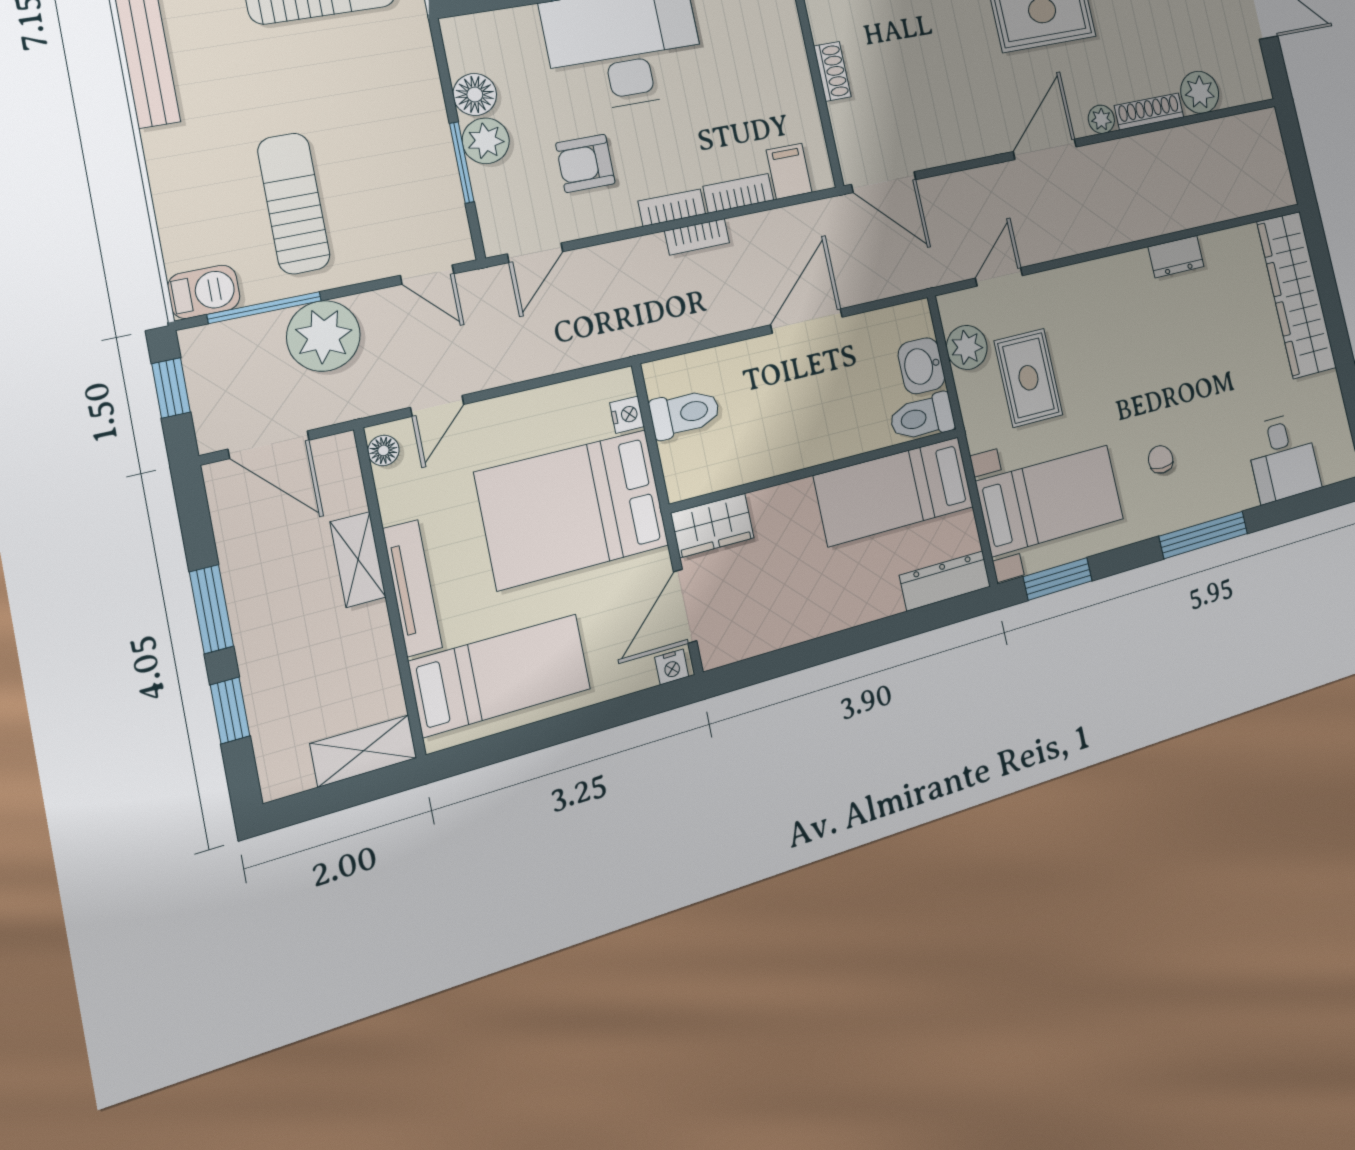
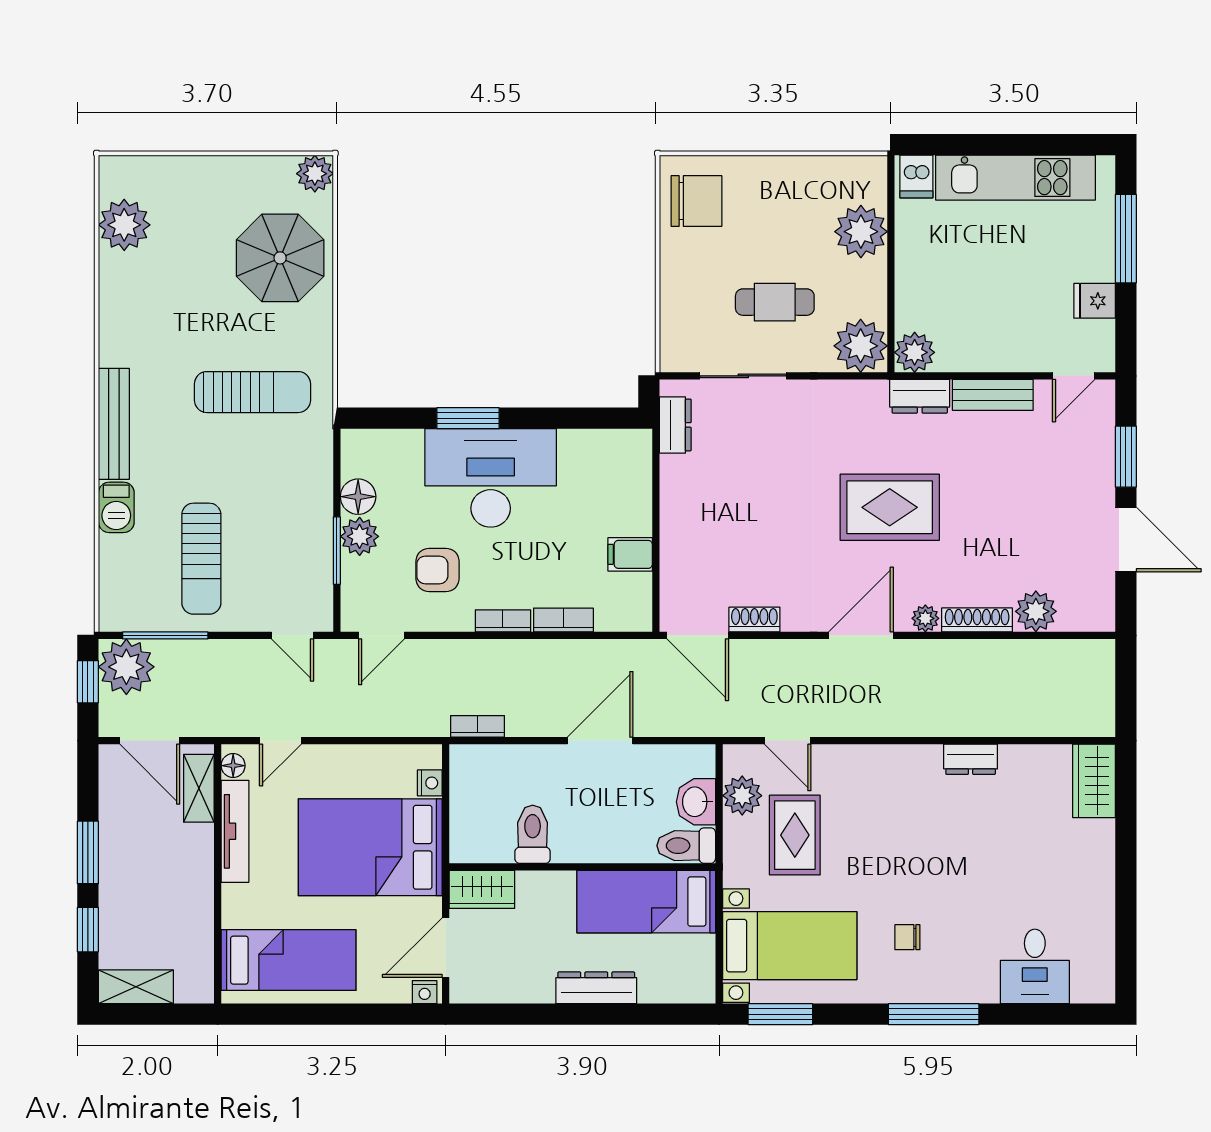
shoe rack: (832, 71) -> (754, 620), moved, turned -90
filing cabinet: (789, 171) -> (630, 554), moved, turned -90
sun lounger: (294, 203) -> (201, 559), turned 180
bookcase: (697, 237) -> (477, 726), moved, turned 180
door: (999, 277) -> (788, 741), swing flipped
barbecue: (204, 292) -> (116, 507), moved, turned 90
wardrobe: (1297, 295) -> (1094, 781), width x0.48, depth x0.85
plant: (324, 336) -> (126, 667), moved
toilet: (685, 413) -> (533, 834), moved, turned -90
chair: (1161, 459) -> (907, 937), turned -90
shelving: (358, 559) -> (199, 788), moved
dresser: (945, 581) -> (596, 988), moved
tv unit: (412, 588) -> (235, 831), moved
shelving: (364, 751) -> (136, 987), moved

